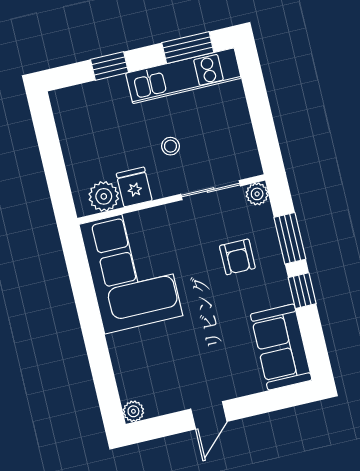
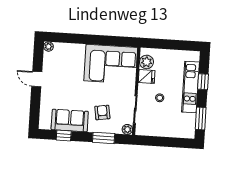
kitchen unit: (183, 76) -> (190, 87), moved
armchair: (237, 257) -> (102, 112), turned 81
window: (302, 291) -> (64, 135), moved
sofa: (281, 347) -> (70, 121), moved

